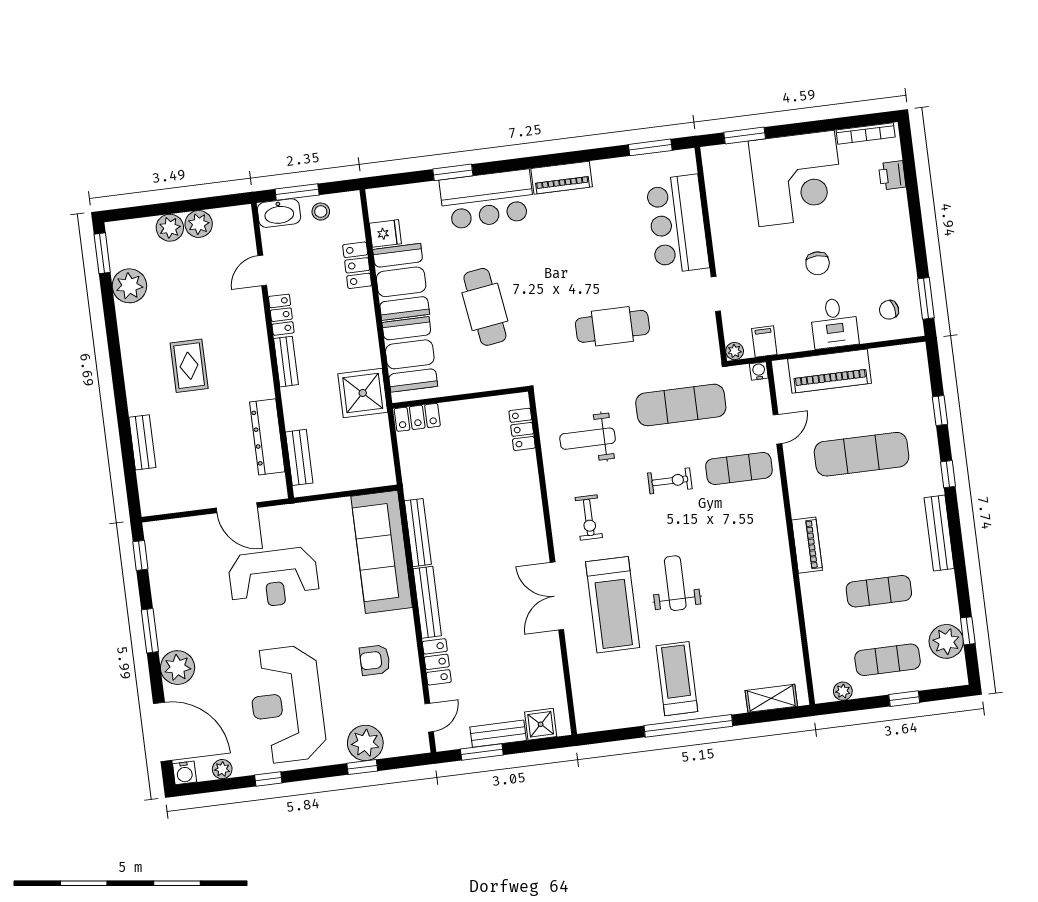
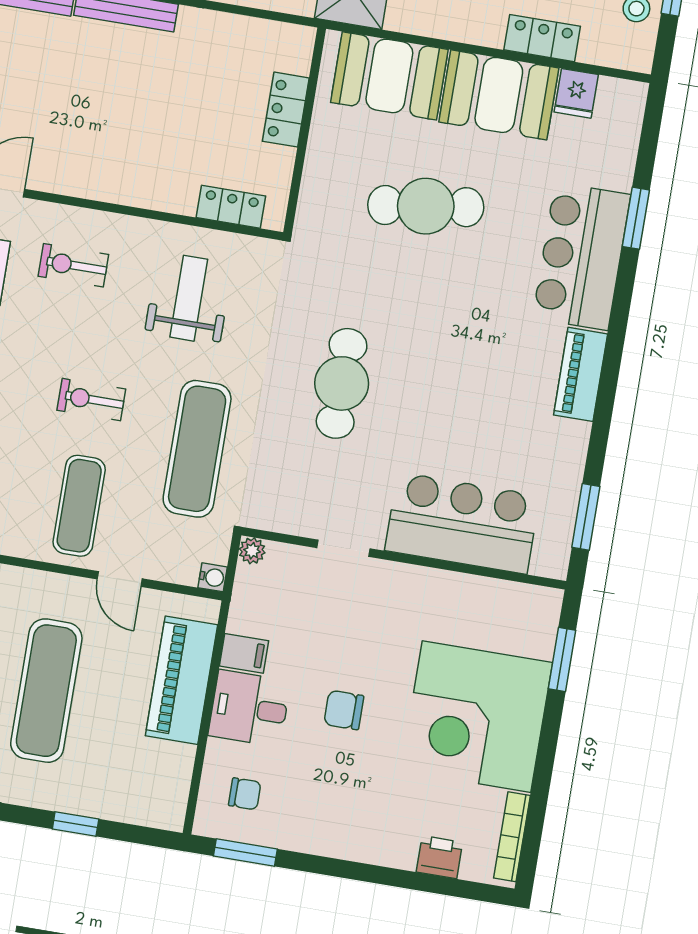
chair: (889, 310) -> (245, 794), turned 102
filing cabinet: (764, 341) -> (244, 653), moved
locker: (417, 417) -> (286, 110), moved
exercise bike: (670, 481) -> (91, 400), turned 90

